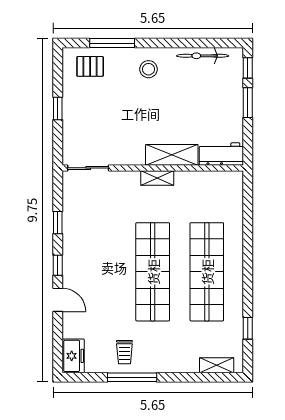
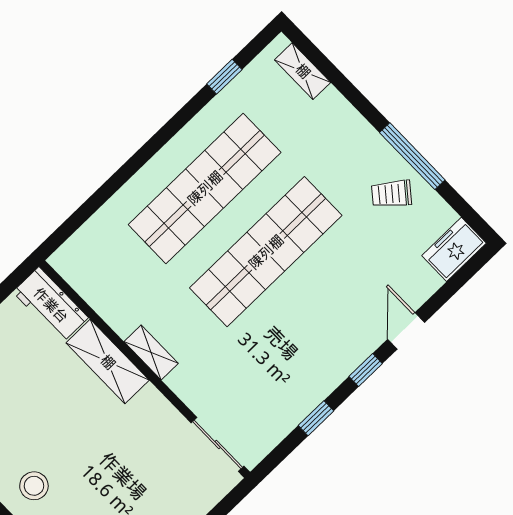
trolley: (124, 352) -> (392, 194), turned -141

